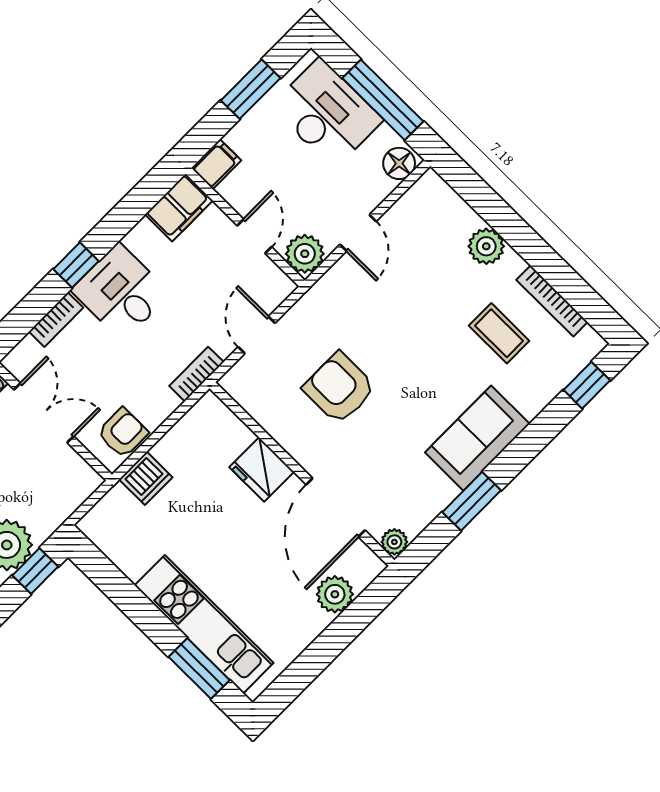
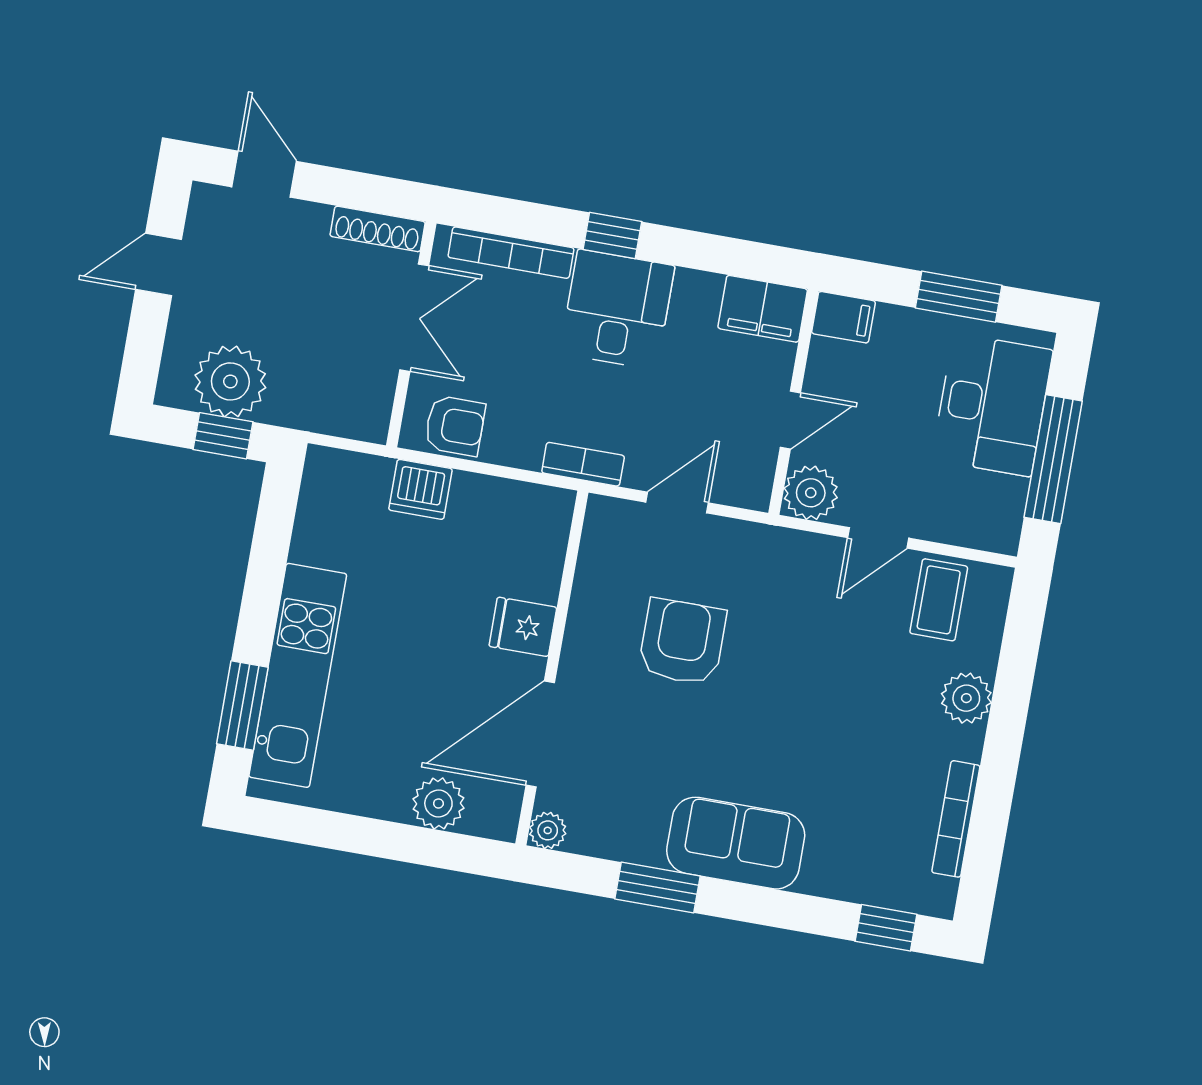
floor lamp: (399, 163) -> (992, 530), removed
bookcase: (56, 320) -> (511, 253), width x1.56
coffee table: (499, 333) -> (939, 600), moved
fridge: (262, 470) -> (523, 627), width x0.72

